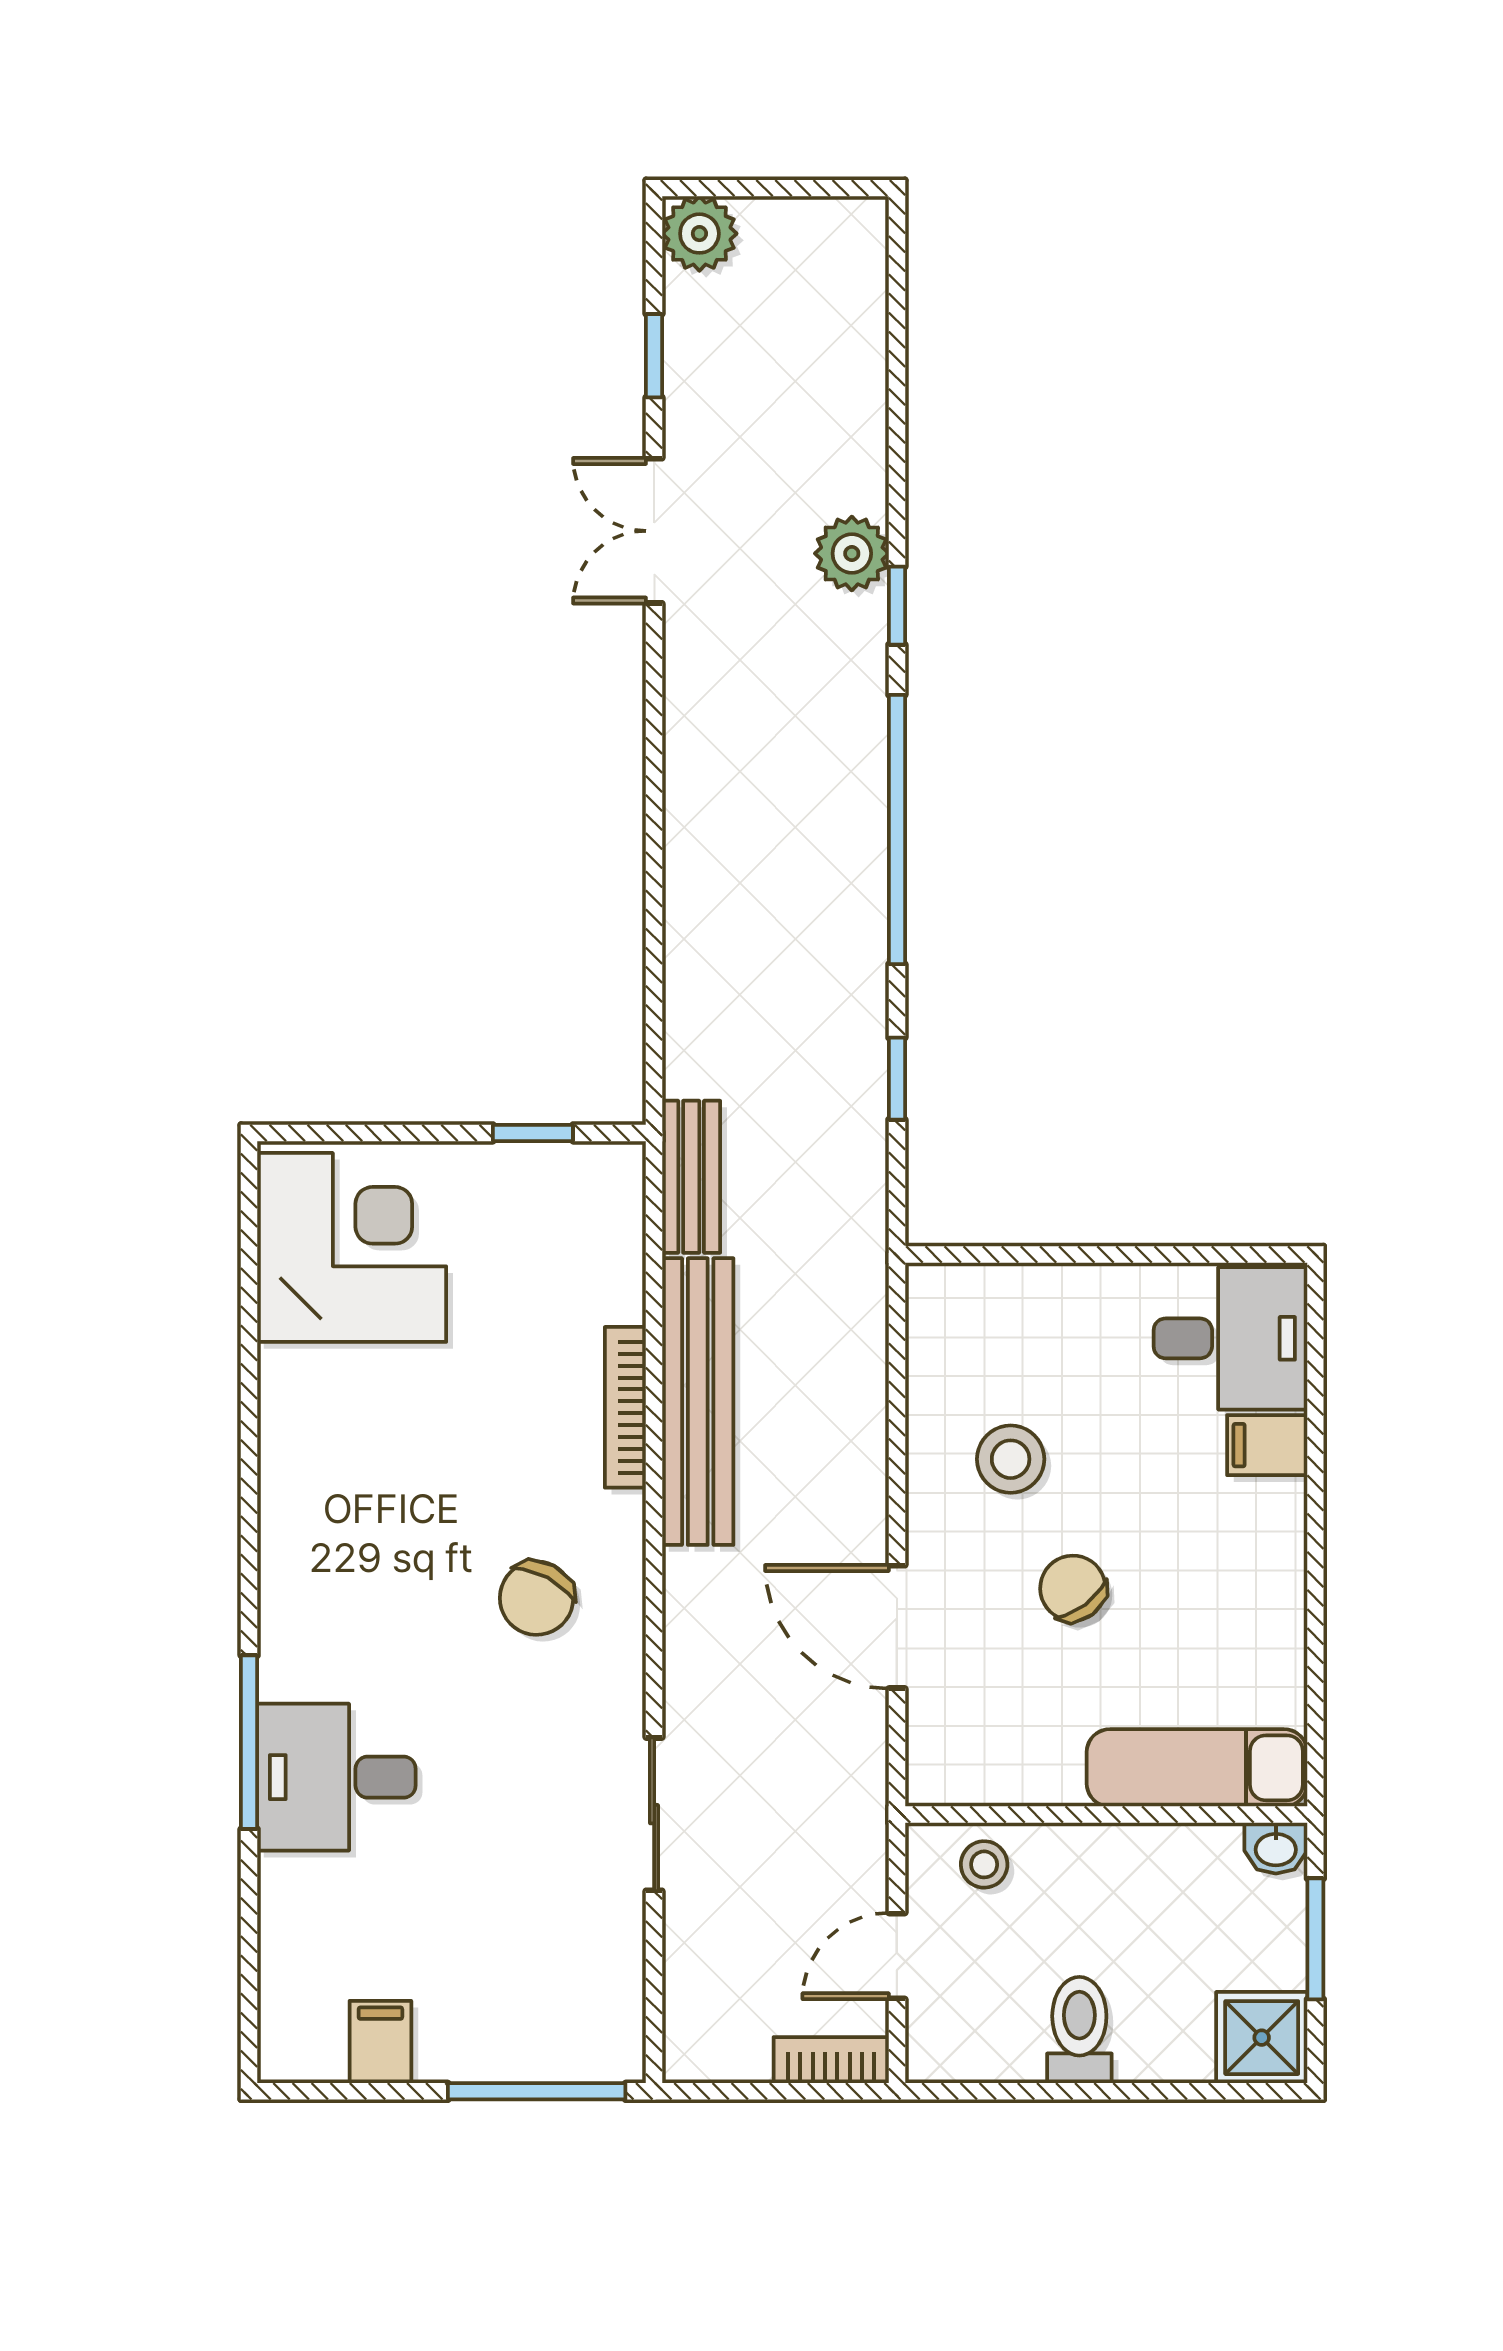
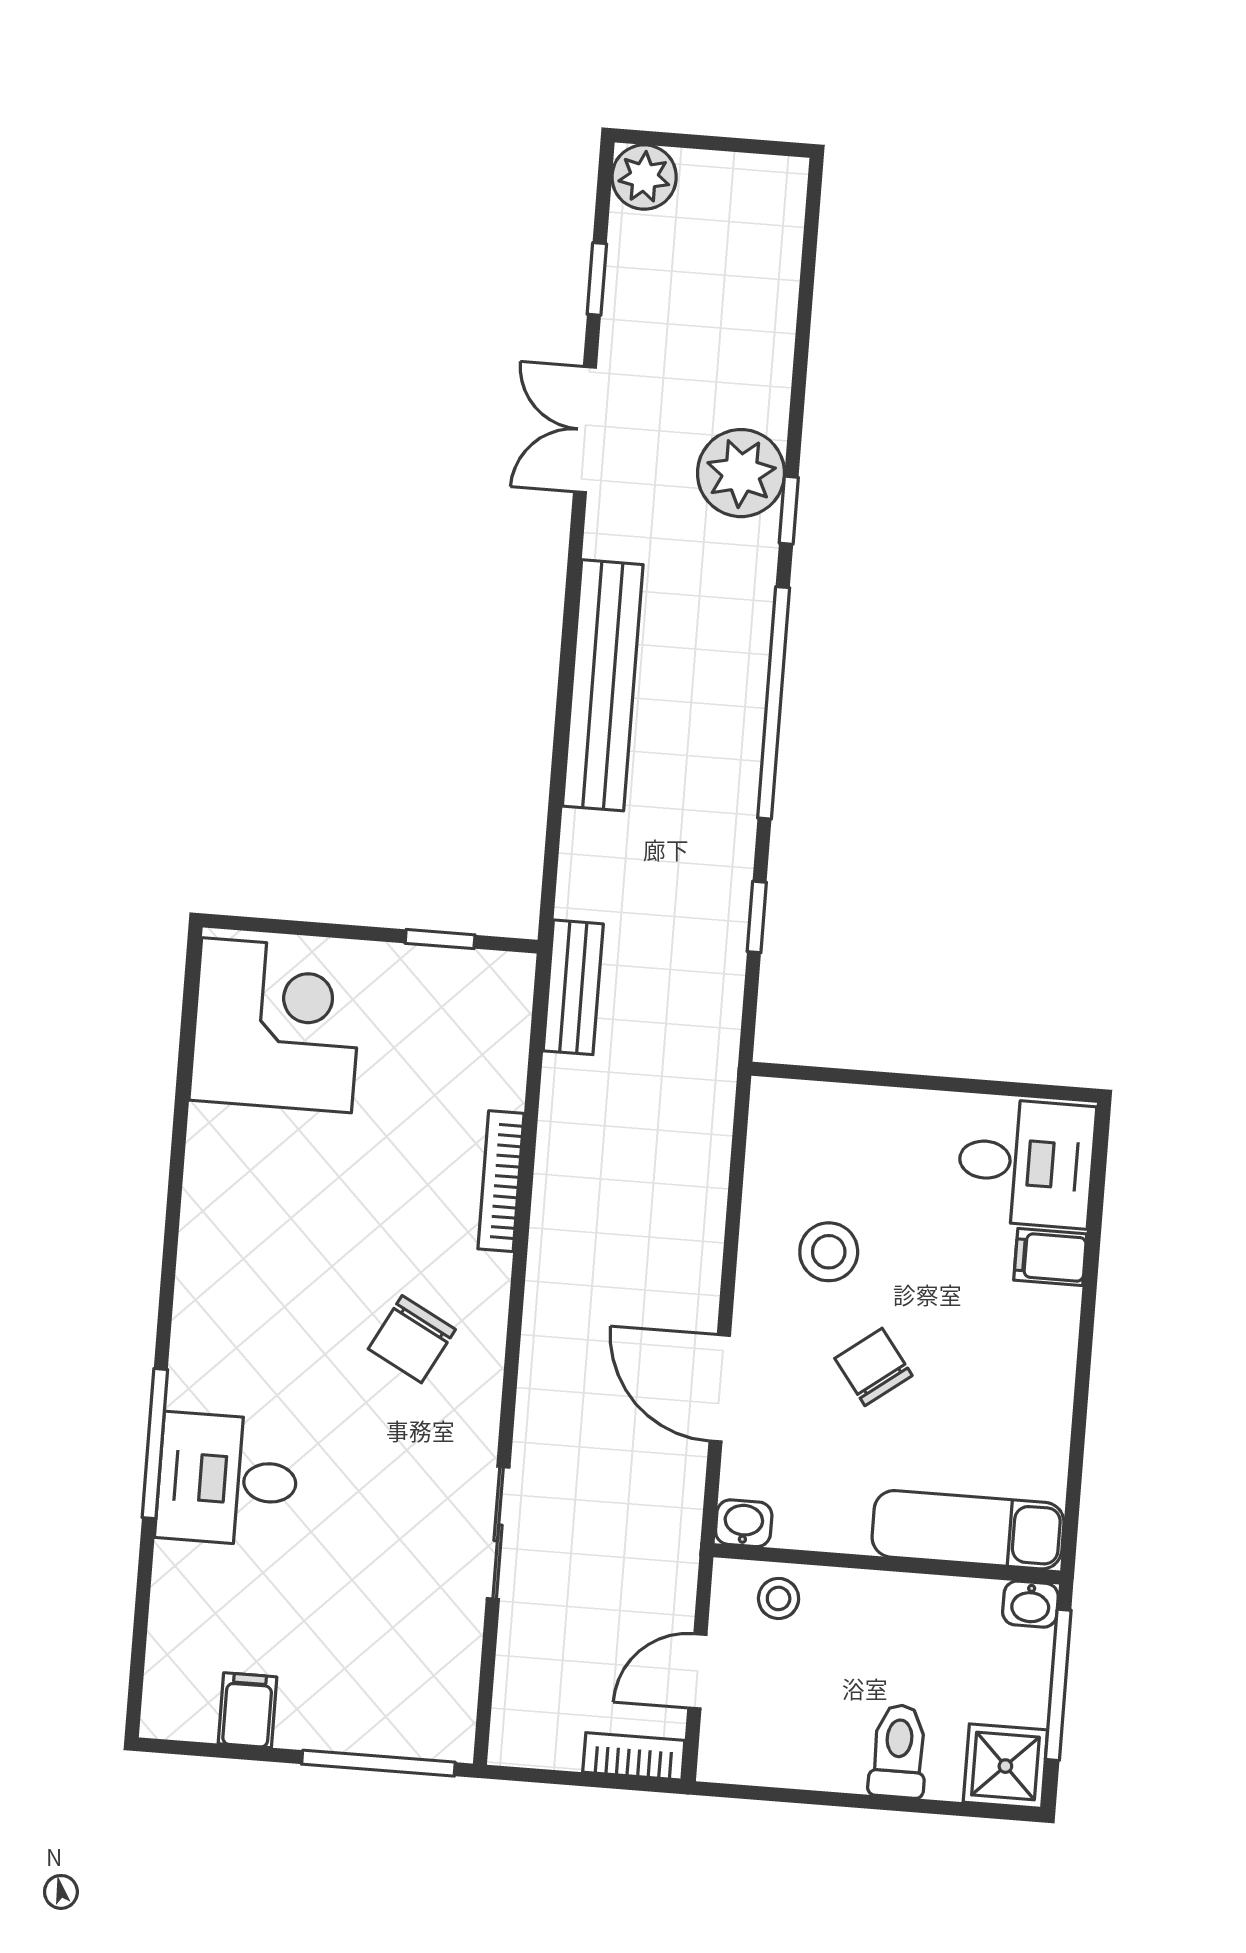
plant: (852, 553) -> (741, 473), width x1.36, depth x1.36
bench: (698, 1402) -> (603, 685), moved
washbasin: (937, 1781) -> (744, 1523), added
window: (1315, 1939) -> (1058, 1685), width x1.44
toilet: (1079, 2030) -> (898, 1751), moved

